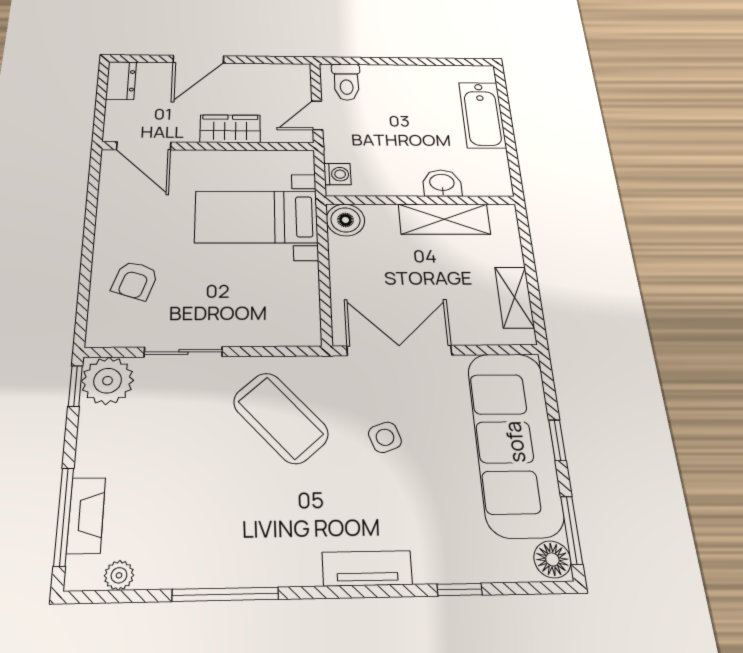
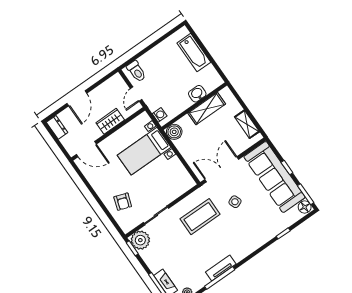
coffee table: (281, 418) -> (200, 217), turned -48
tv unit: (367, 568) -> (221, 268), moved

